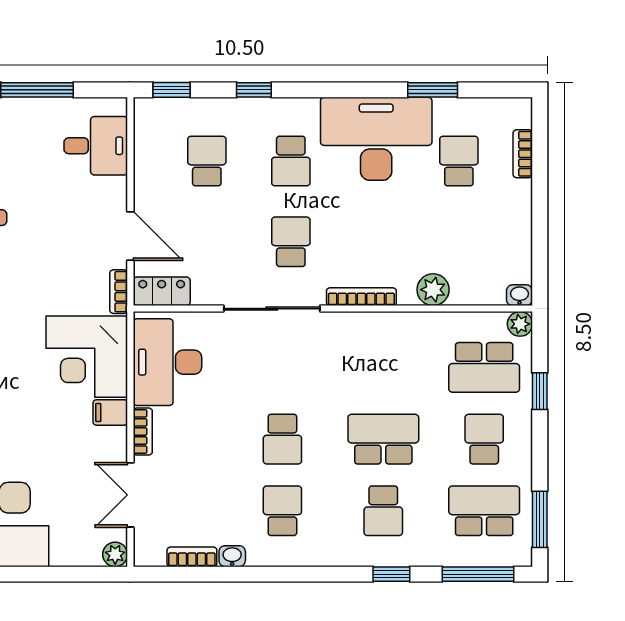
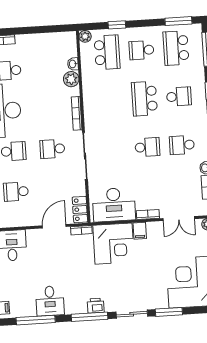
washbasin: (519, 295) -> (73, 64), moved

